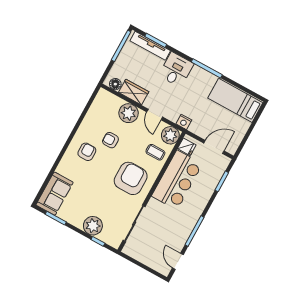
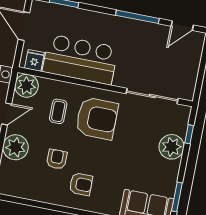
armchair: (110, 140) -> (57, 159), turned 180
armchair: (87, 152) -> (81, 184), turned 180
coffee table: (155, 152) -> (58, 111), moved
armchair: (131, 178) -> (97, 118), turned 180

